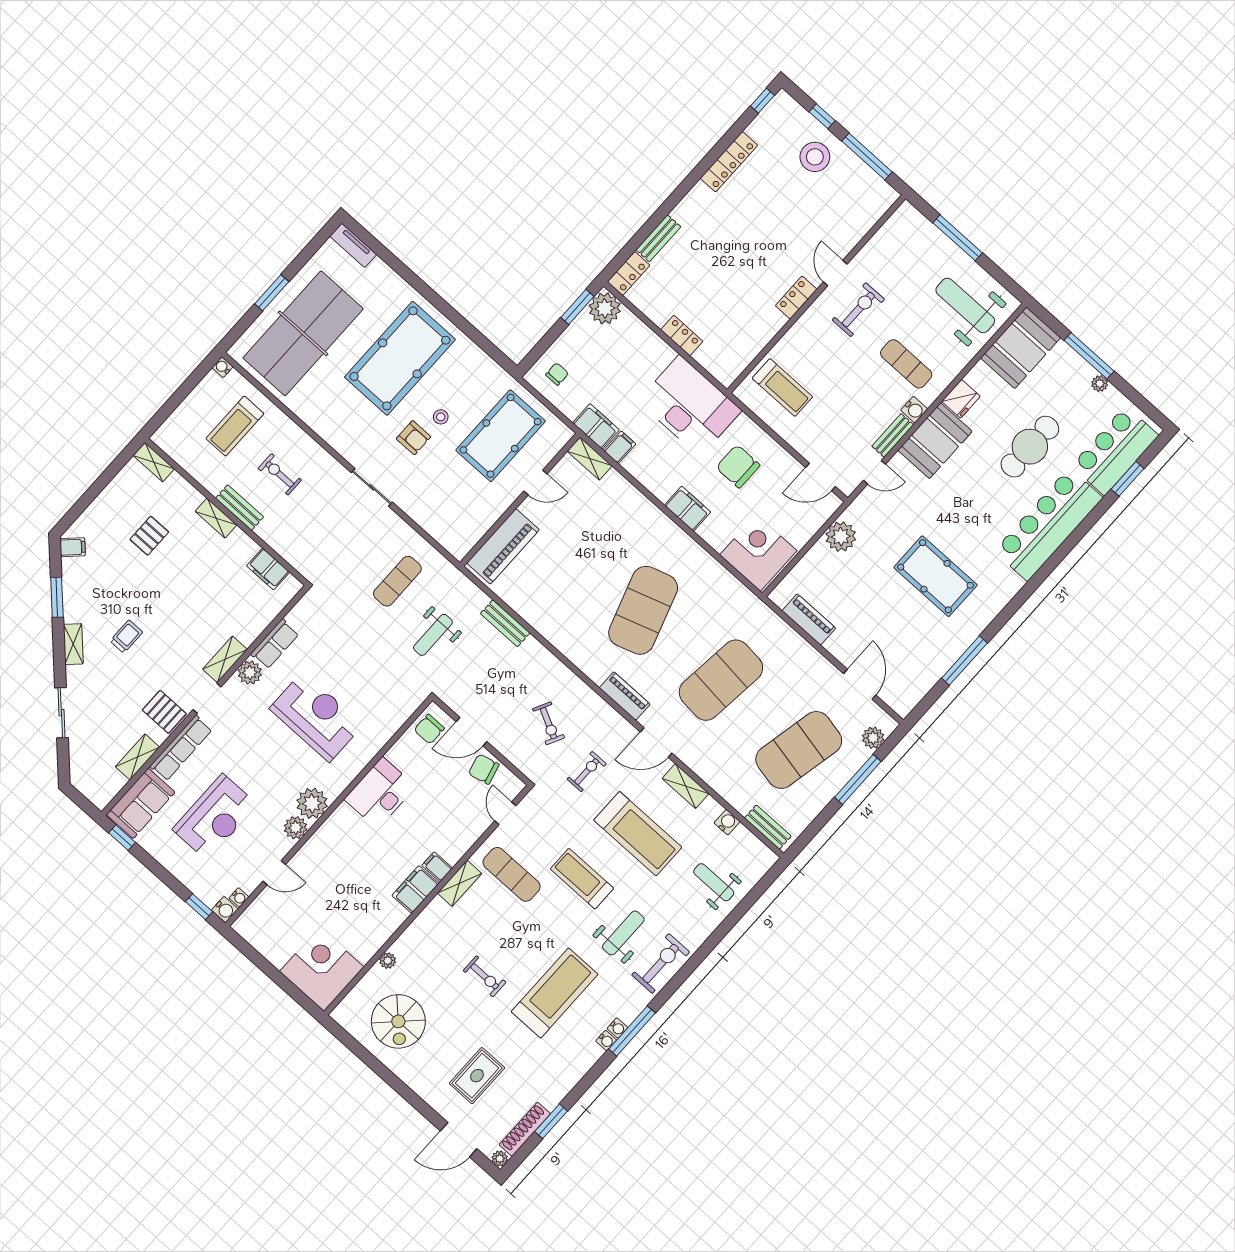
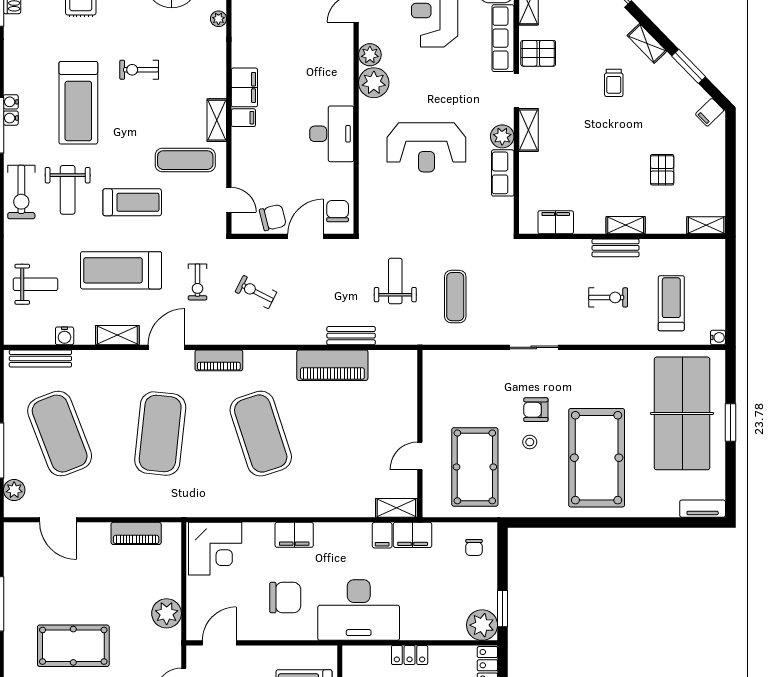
piano: (503, 546) -> (332, 365), moved, turned -90
exercise mat: (799, 750) -> (60, 434), turned -33
bench: (768, 827) -> (40, 358), width x1.36

